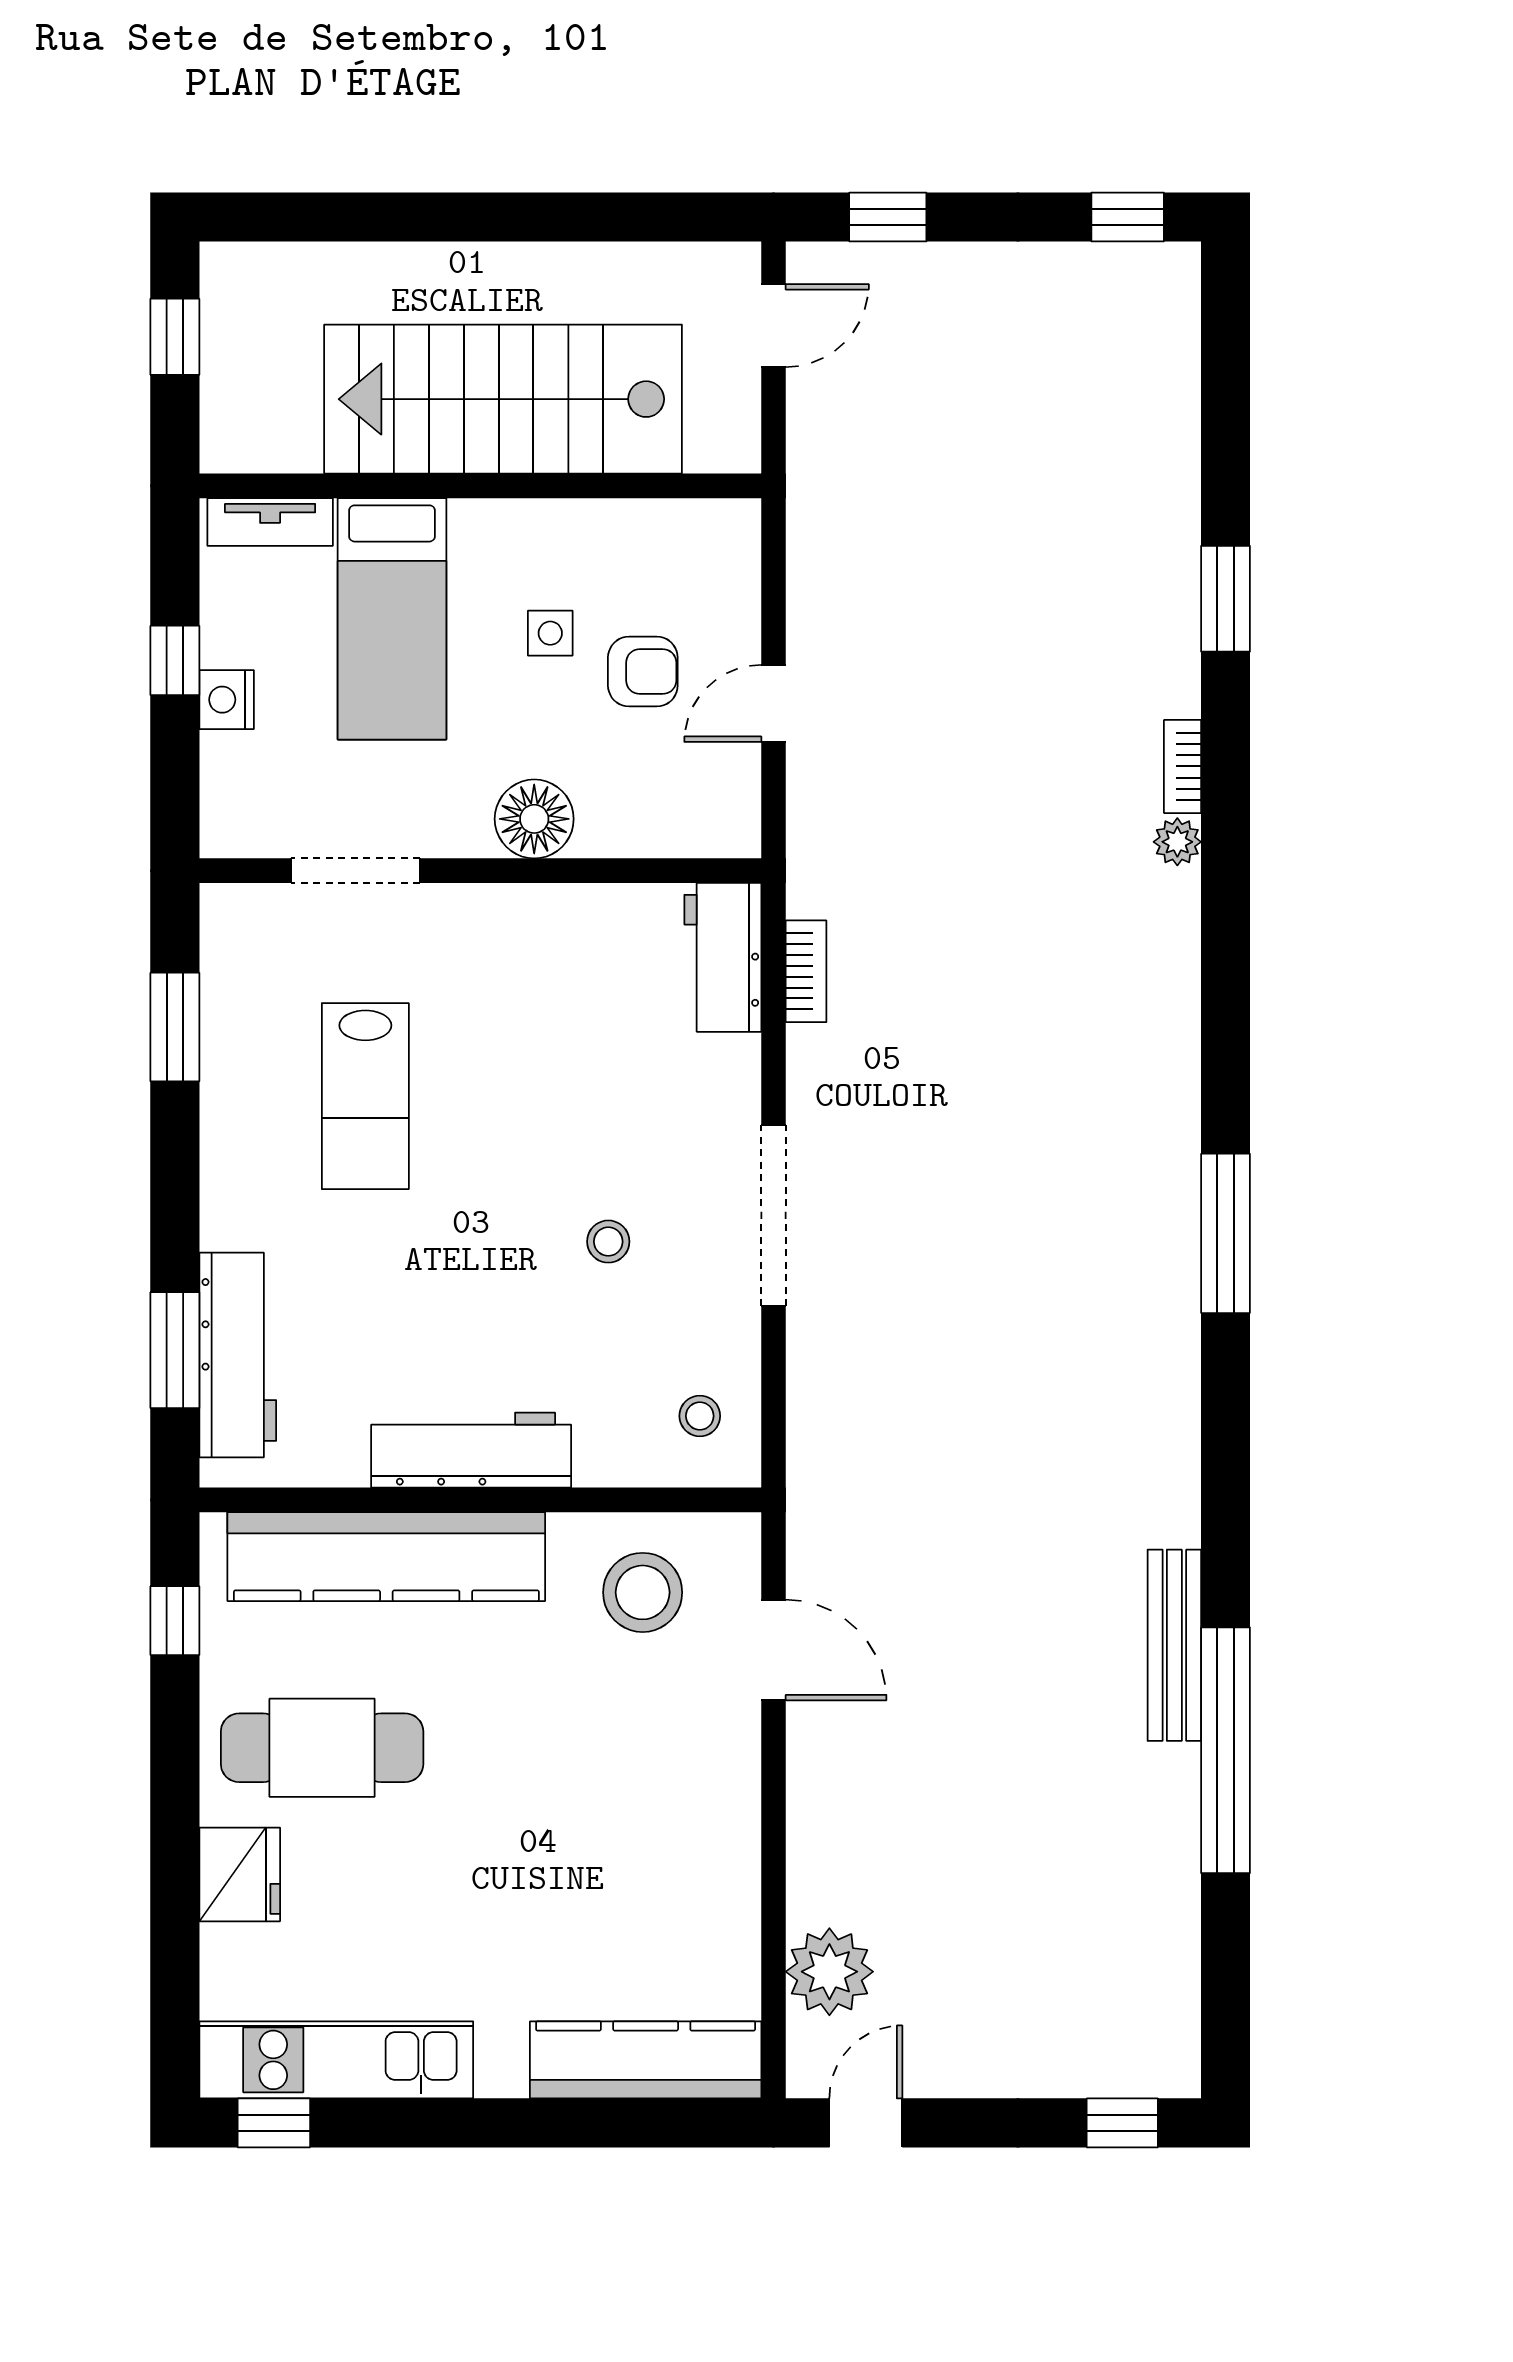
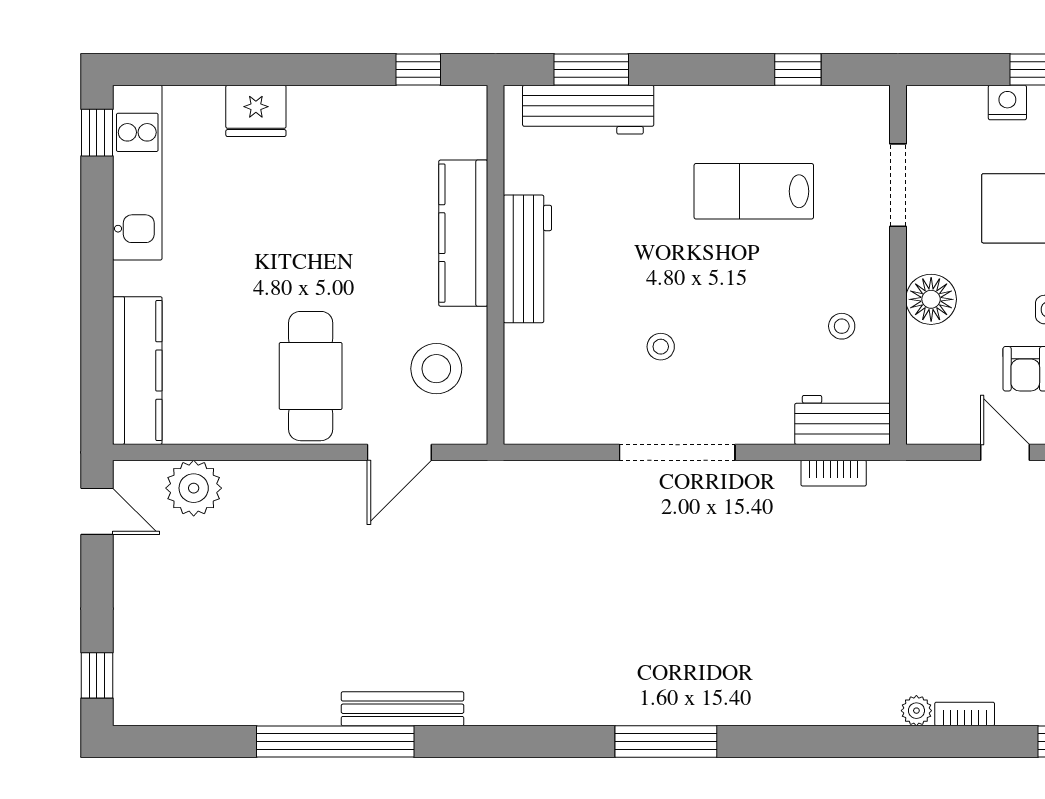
window: (175, 1027) -> (798, 69), width x0.67
stool: (700, 1416) -> (842, 326), moved
kitchen counter: (386, 1557) -> (463, 233), width x0.72, depth x0.86
cafe table: (322, 1748) -> (311, 376), moved

